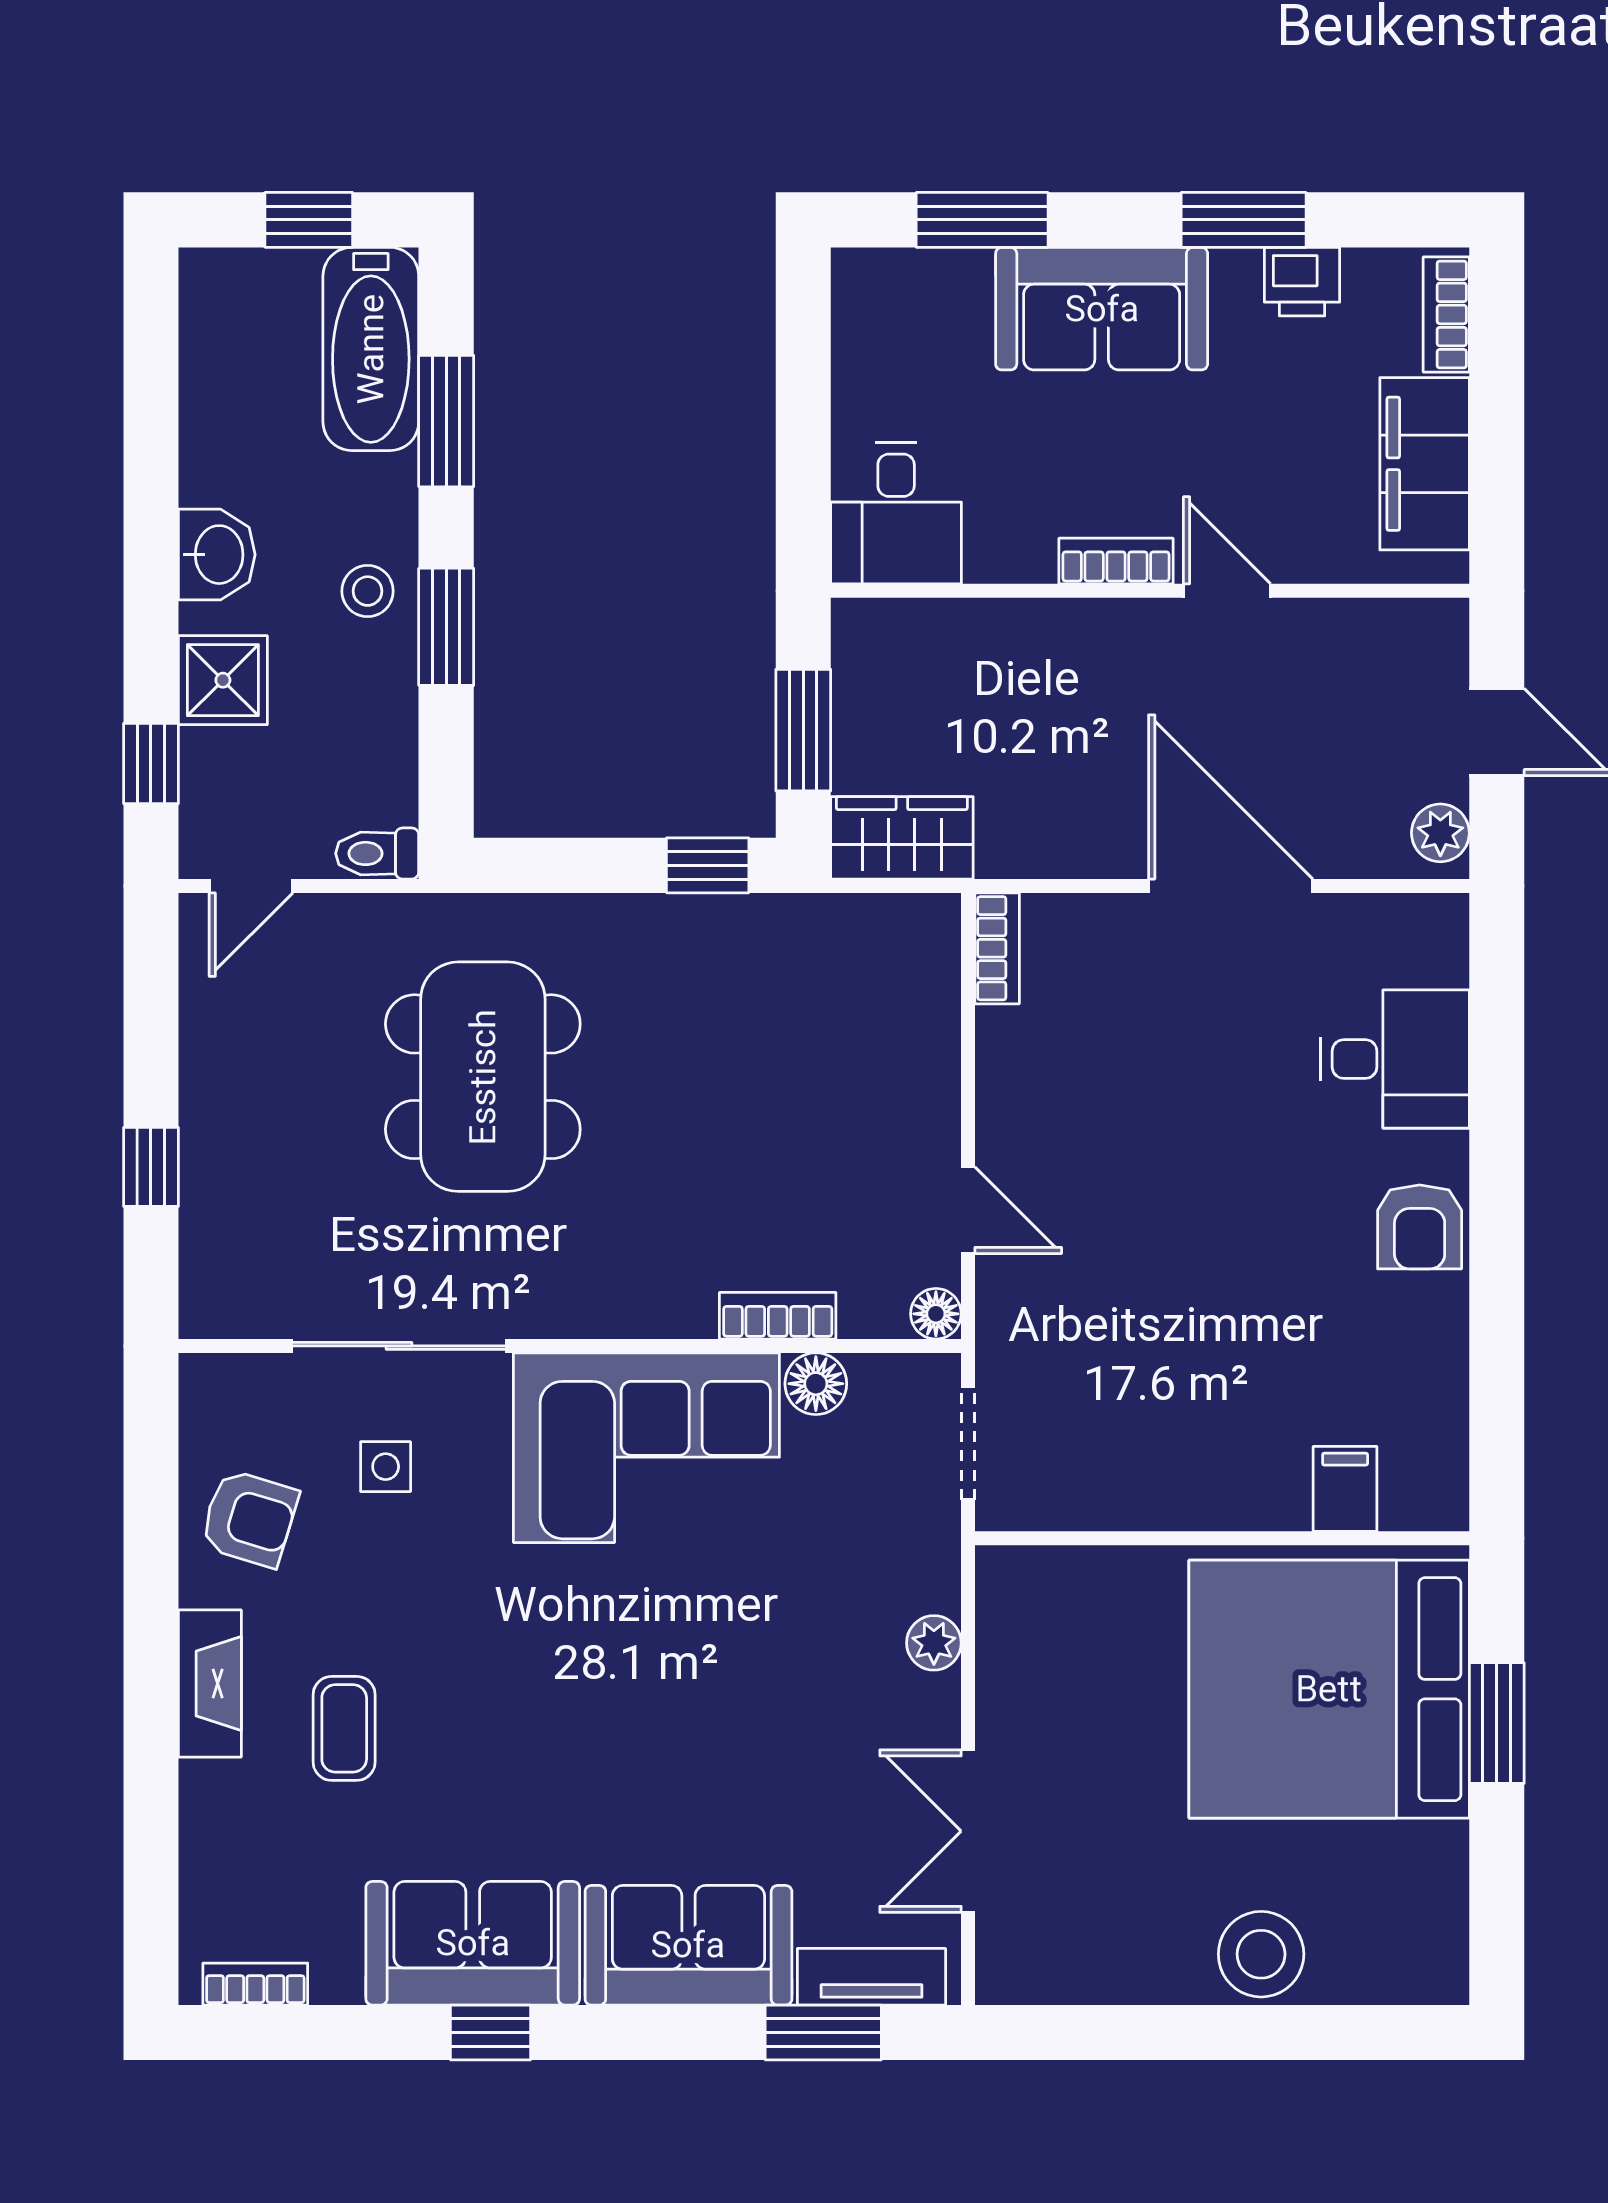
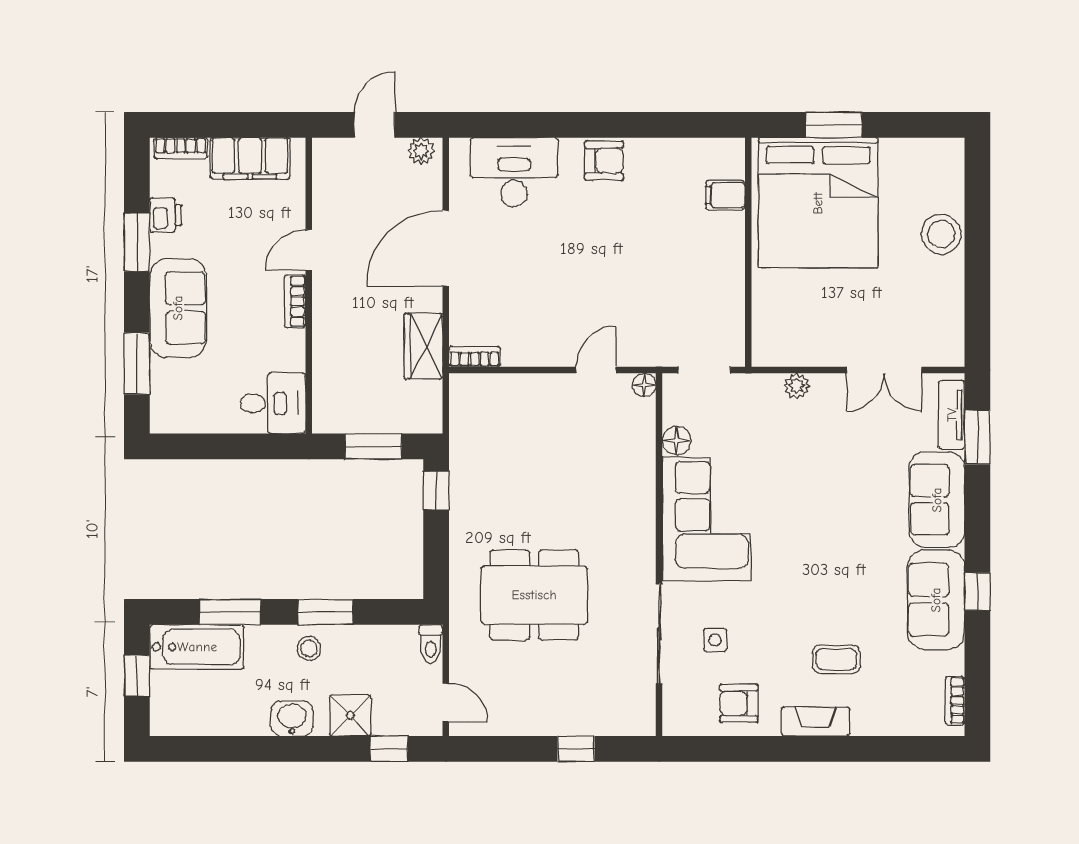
wardrobe: (902, 838) -> (423, 346), moved
desk: (1395, 1059) -> (514, 172), width x1.37
bookcase: (778, 1316) -> (645, 458), removed
armchair: (249, 1518) -> (739, 703), turned -107

